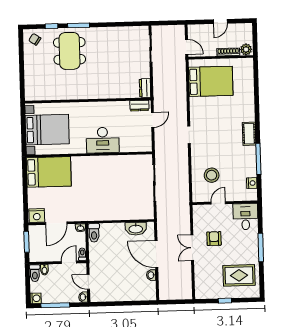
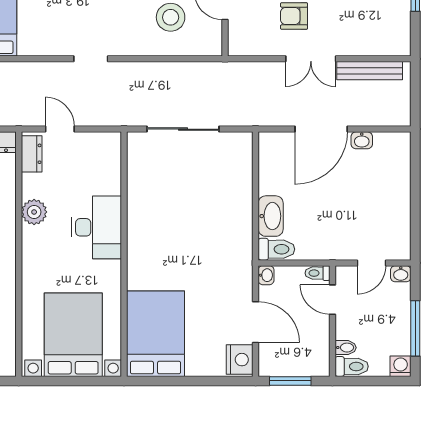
plant: (110, 108) -> (34, 212), added
washbasin: (136, 229) -> (271, 216), moved
bench: (187, 278) -> (370, 71), added

